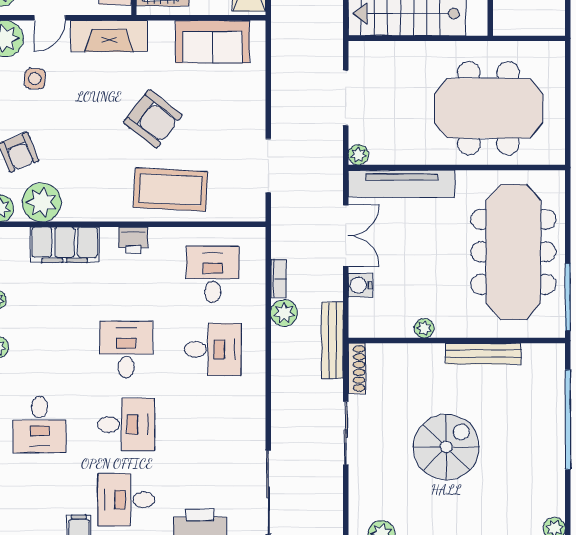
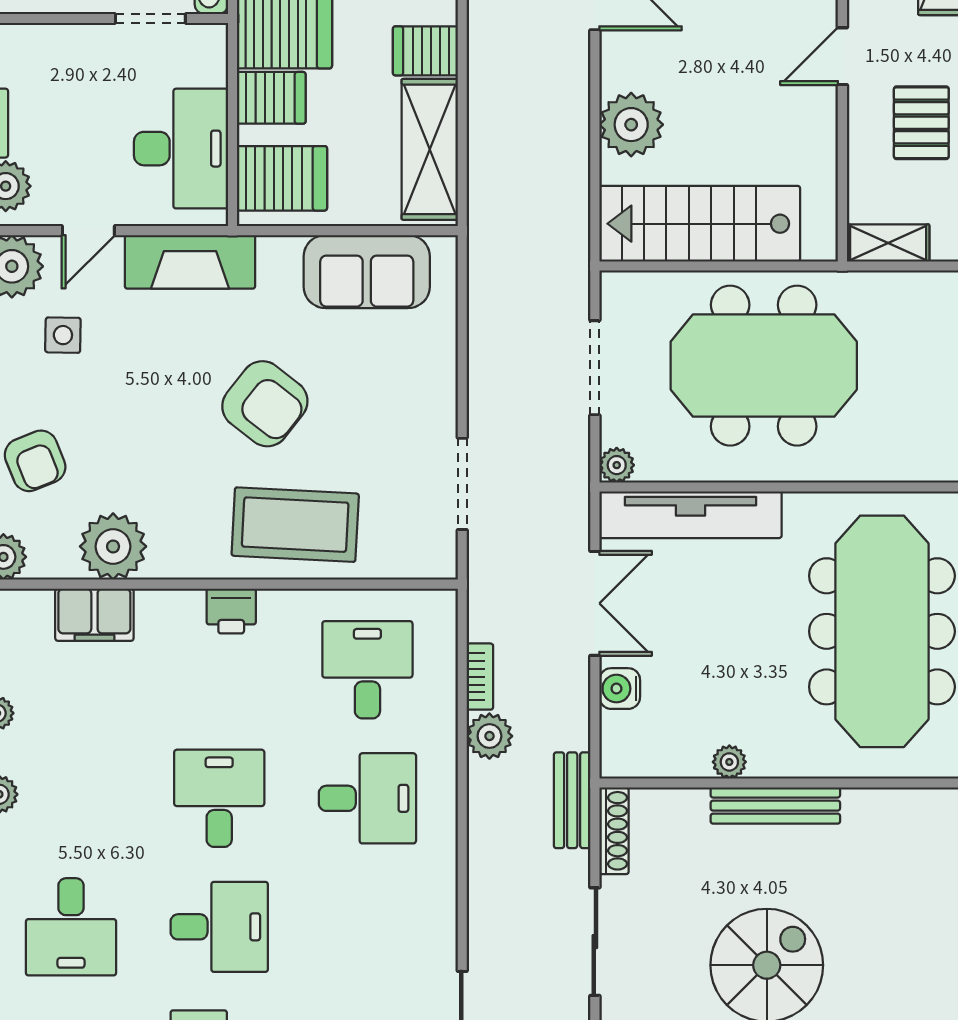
shelving: (517, 25) -> (888, 243), added
meeting table: (488, 108) -> (764, 366), moved
plant: (42, 202) -> (113, 546), moved
filing cabinet: (65, 245) -> (94, 615), width x0.67, depth x0.86
bench: (332, 340) -> (572, 800), width x0.73
bench: (483, 354) -> (775, 806), moved

